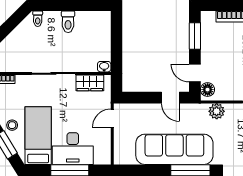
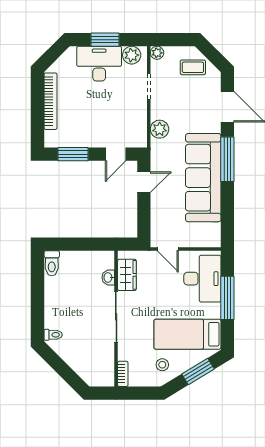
toilet: (68, 22) -> (52, 263), moved, turned 90
washbasin: (104, 67) -> (108, 278), moved
floor lamp: (208, 90) -> (135, 140), removed
stool: (12, 125) -> (162, 365), moved
desk: (73, 149) -> (202, 279), moved

